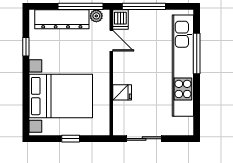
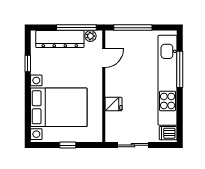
dishwasher: (120, 19) -> (168, 133), moved, turned 90
door: (111, 41) -> (104, 58), hinge flipped

